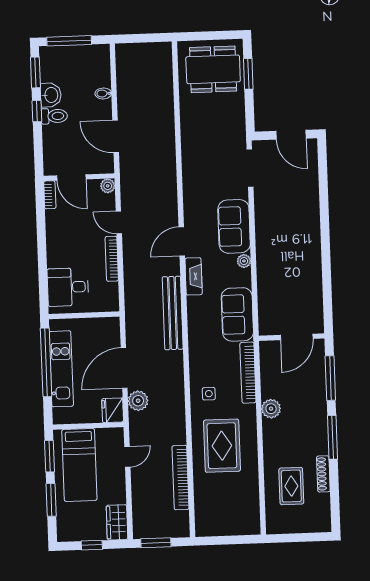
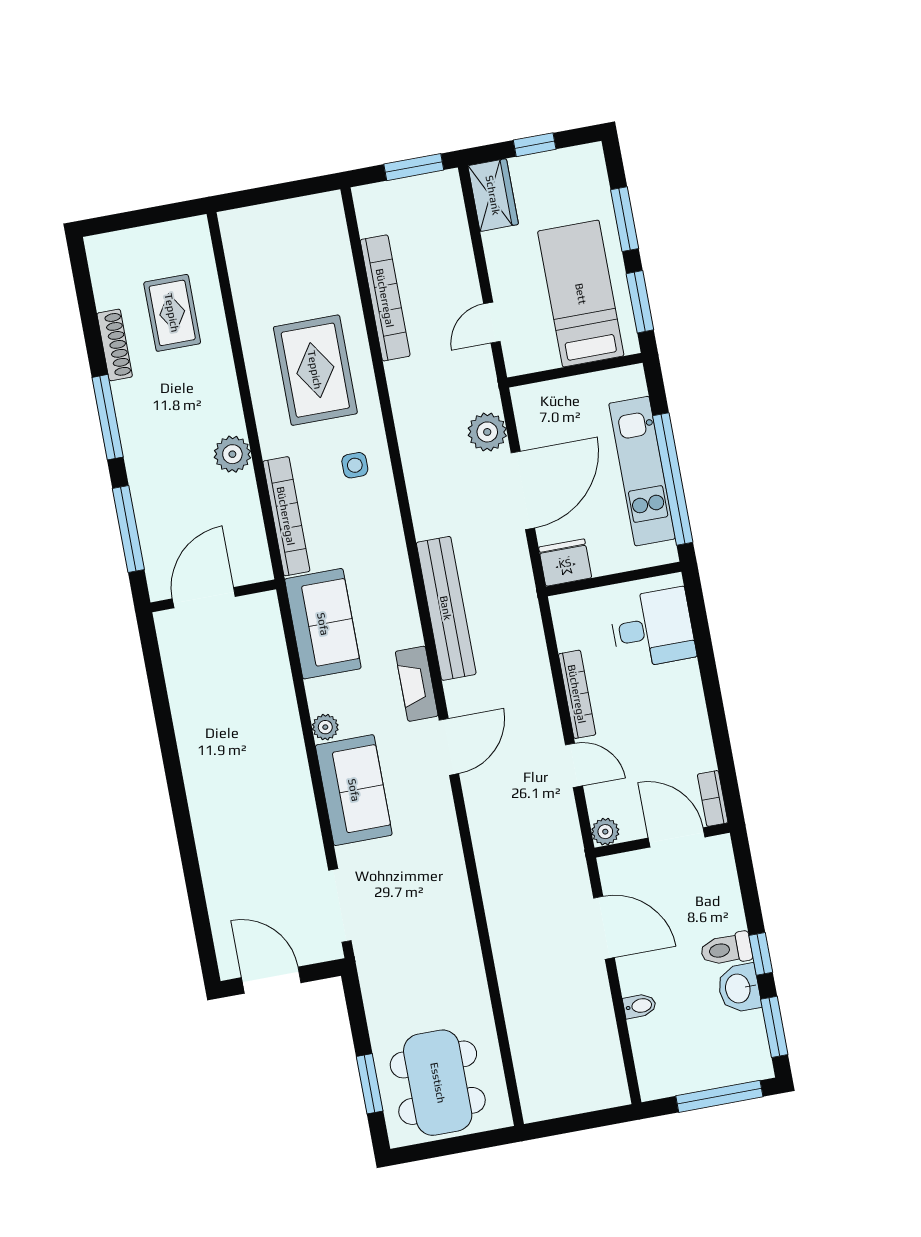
dining table: (213, 69) -> (438, 1083), turned 90
fridge: (113, 410) -> (565, 563), moved, turned -90

